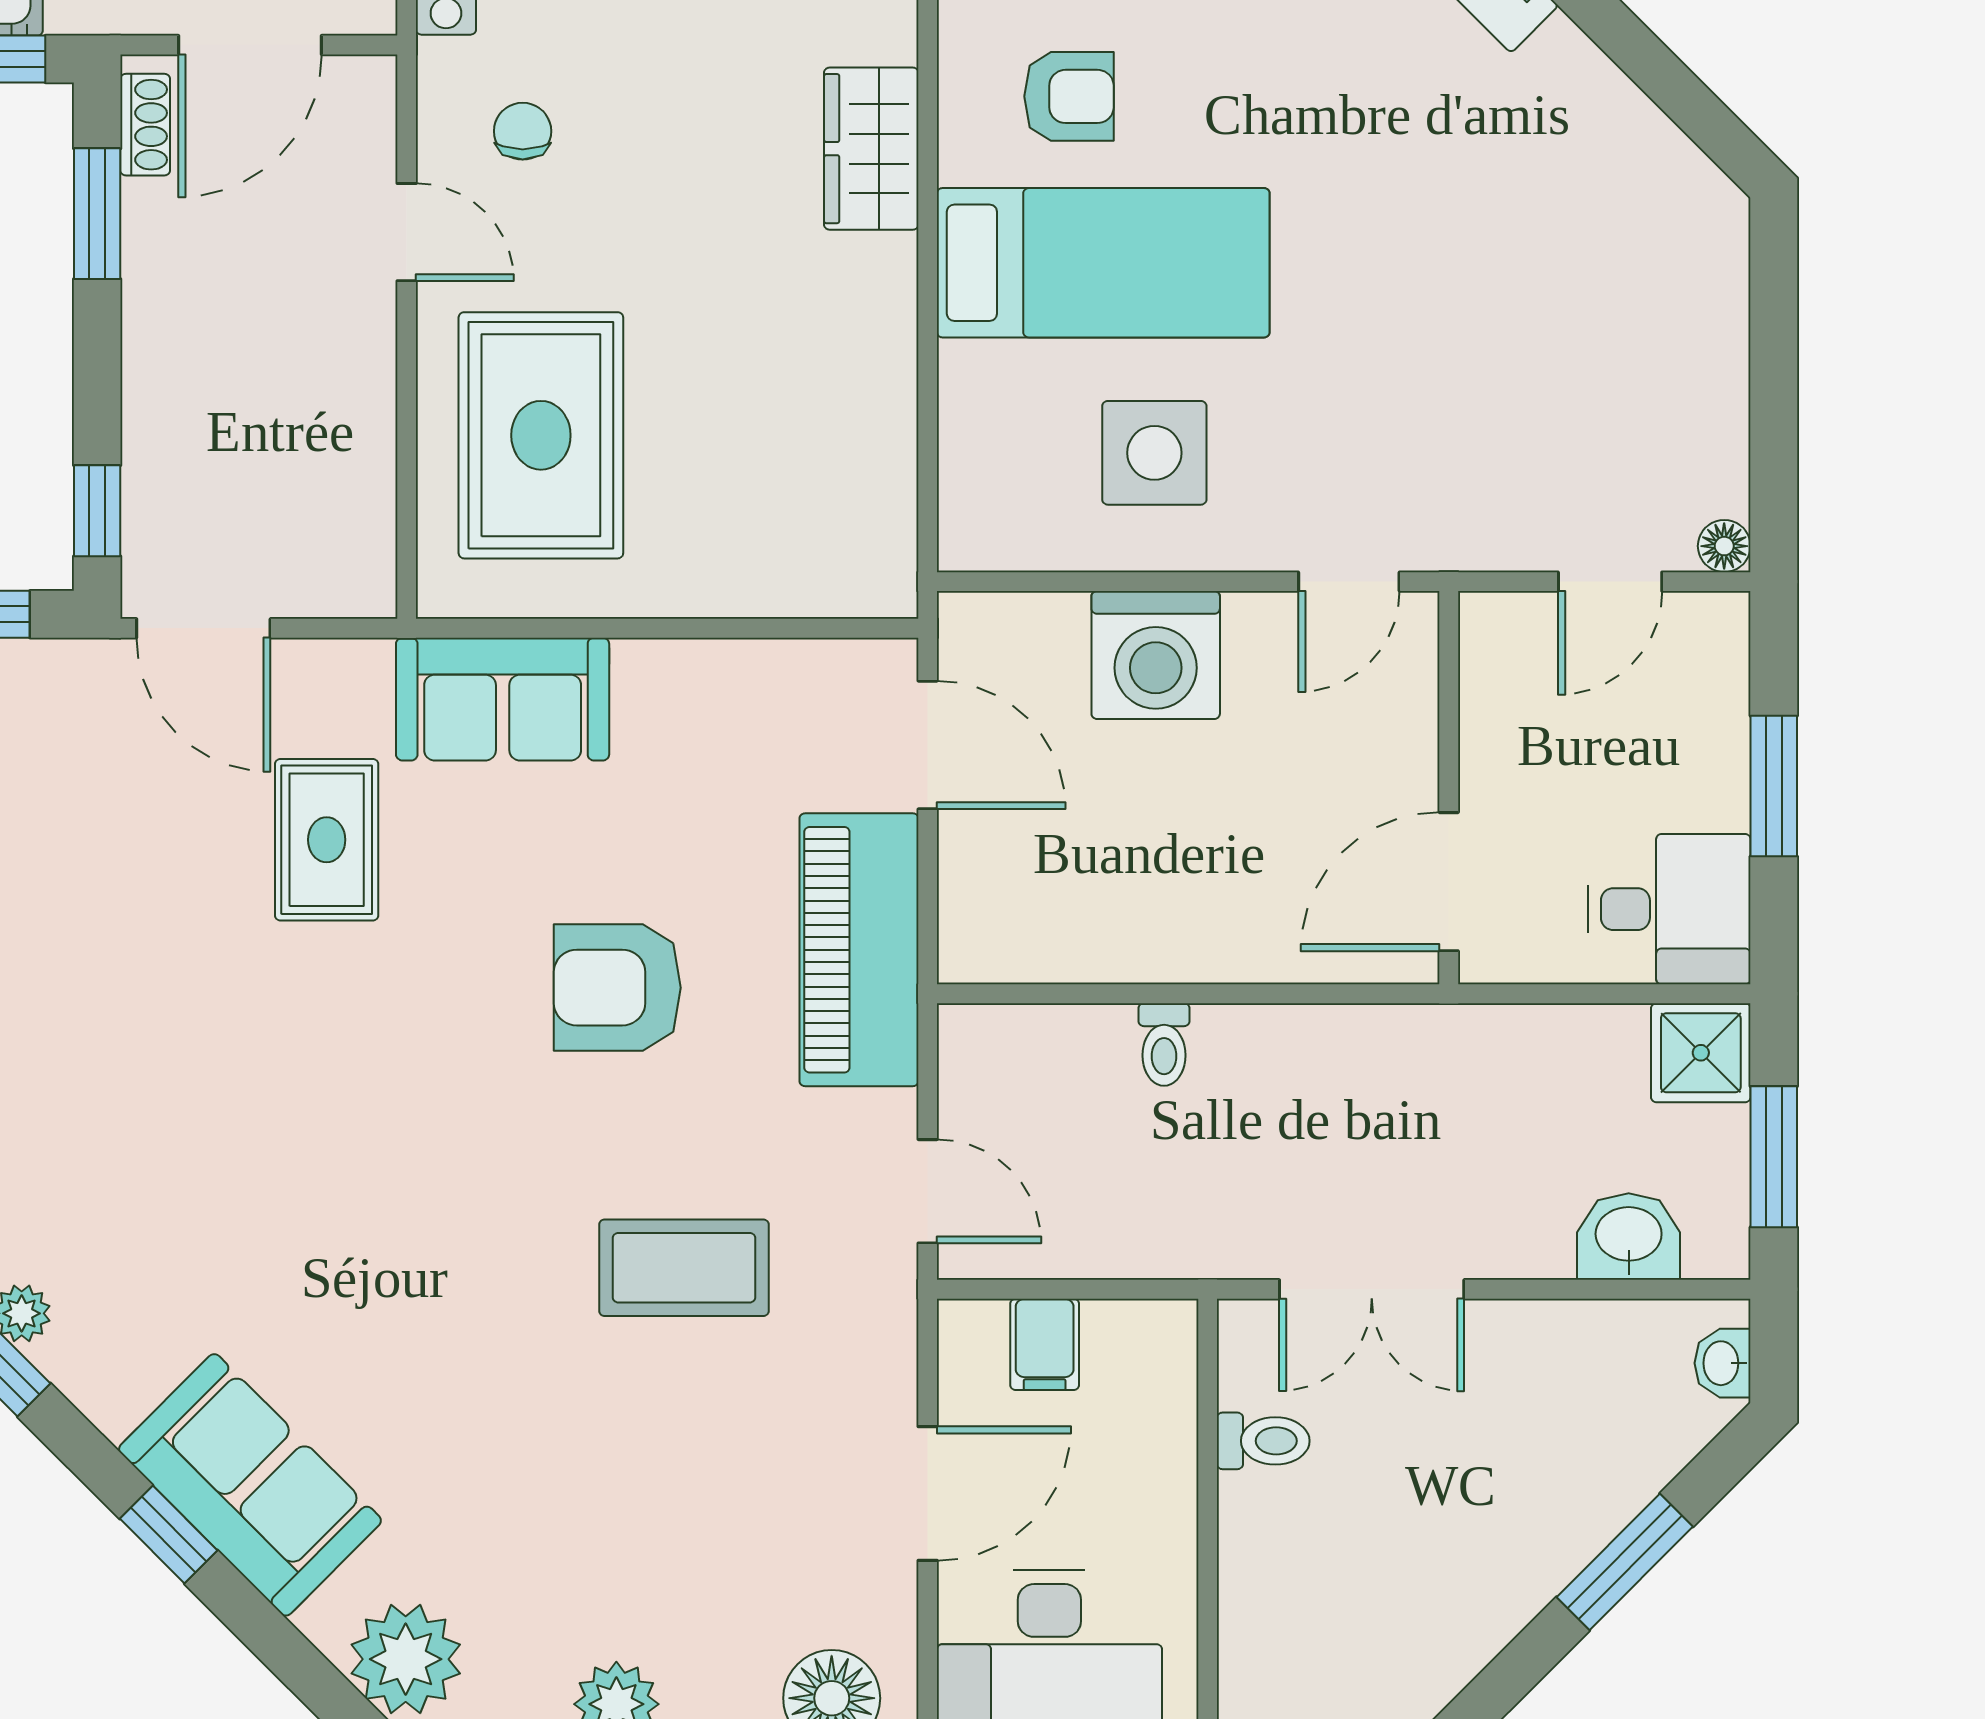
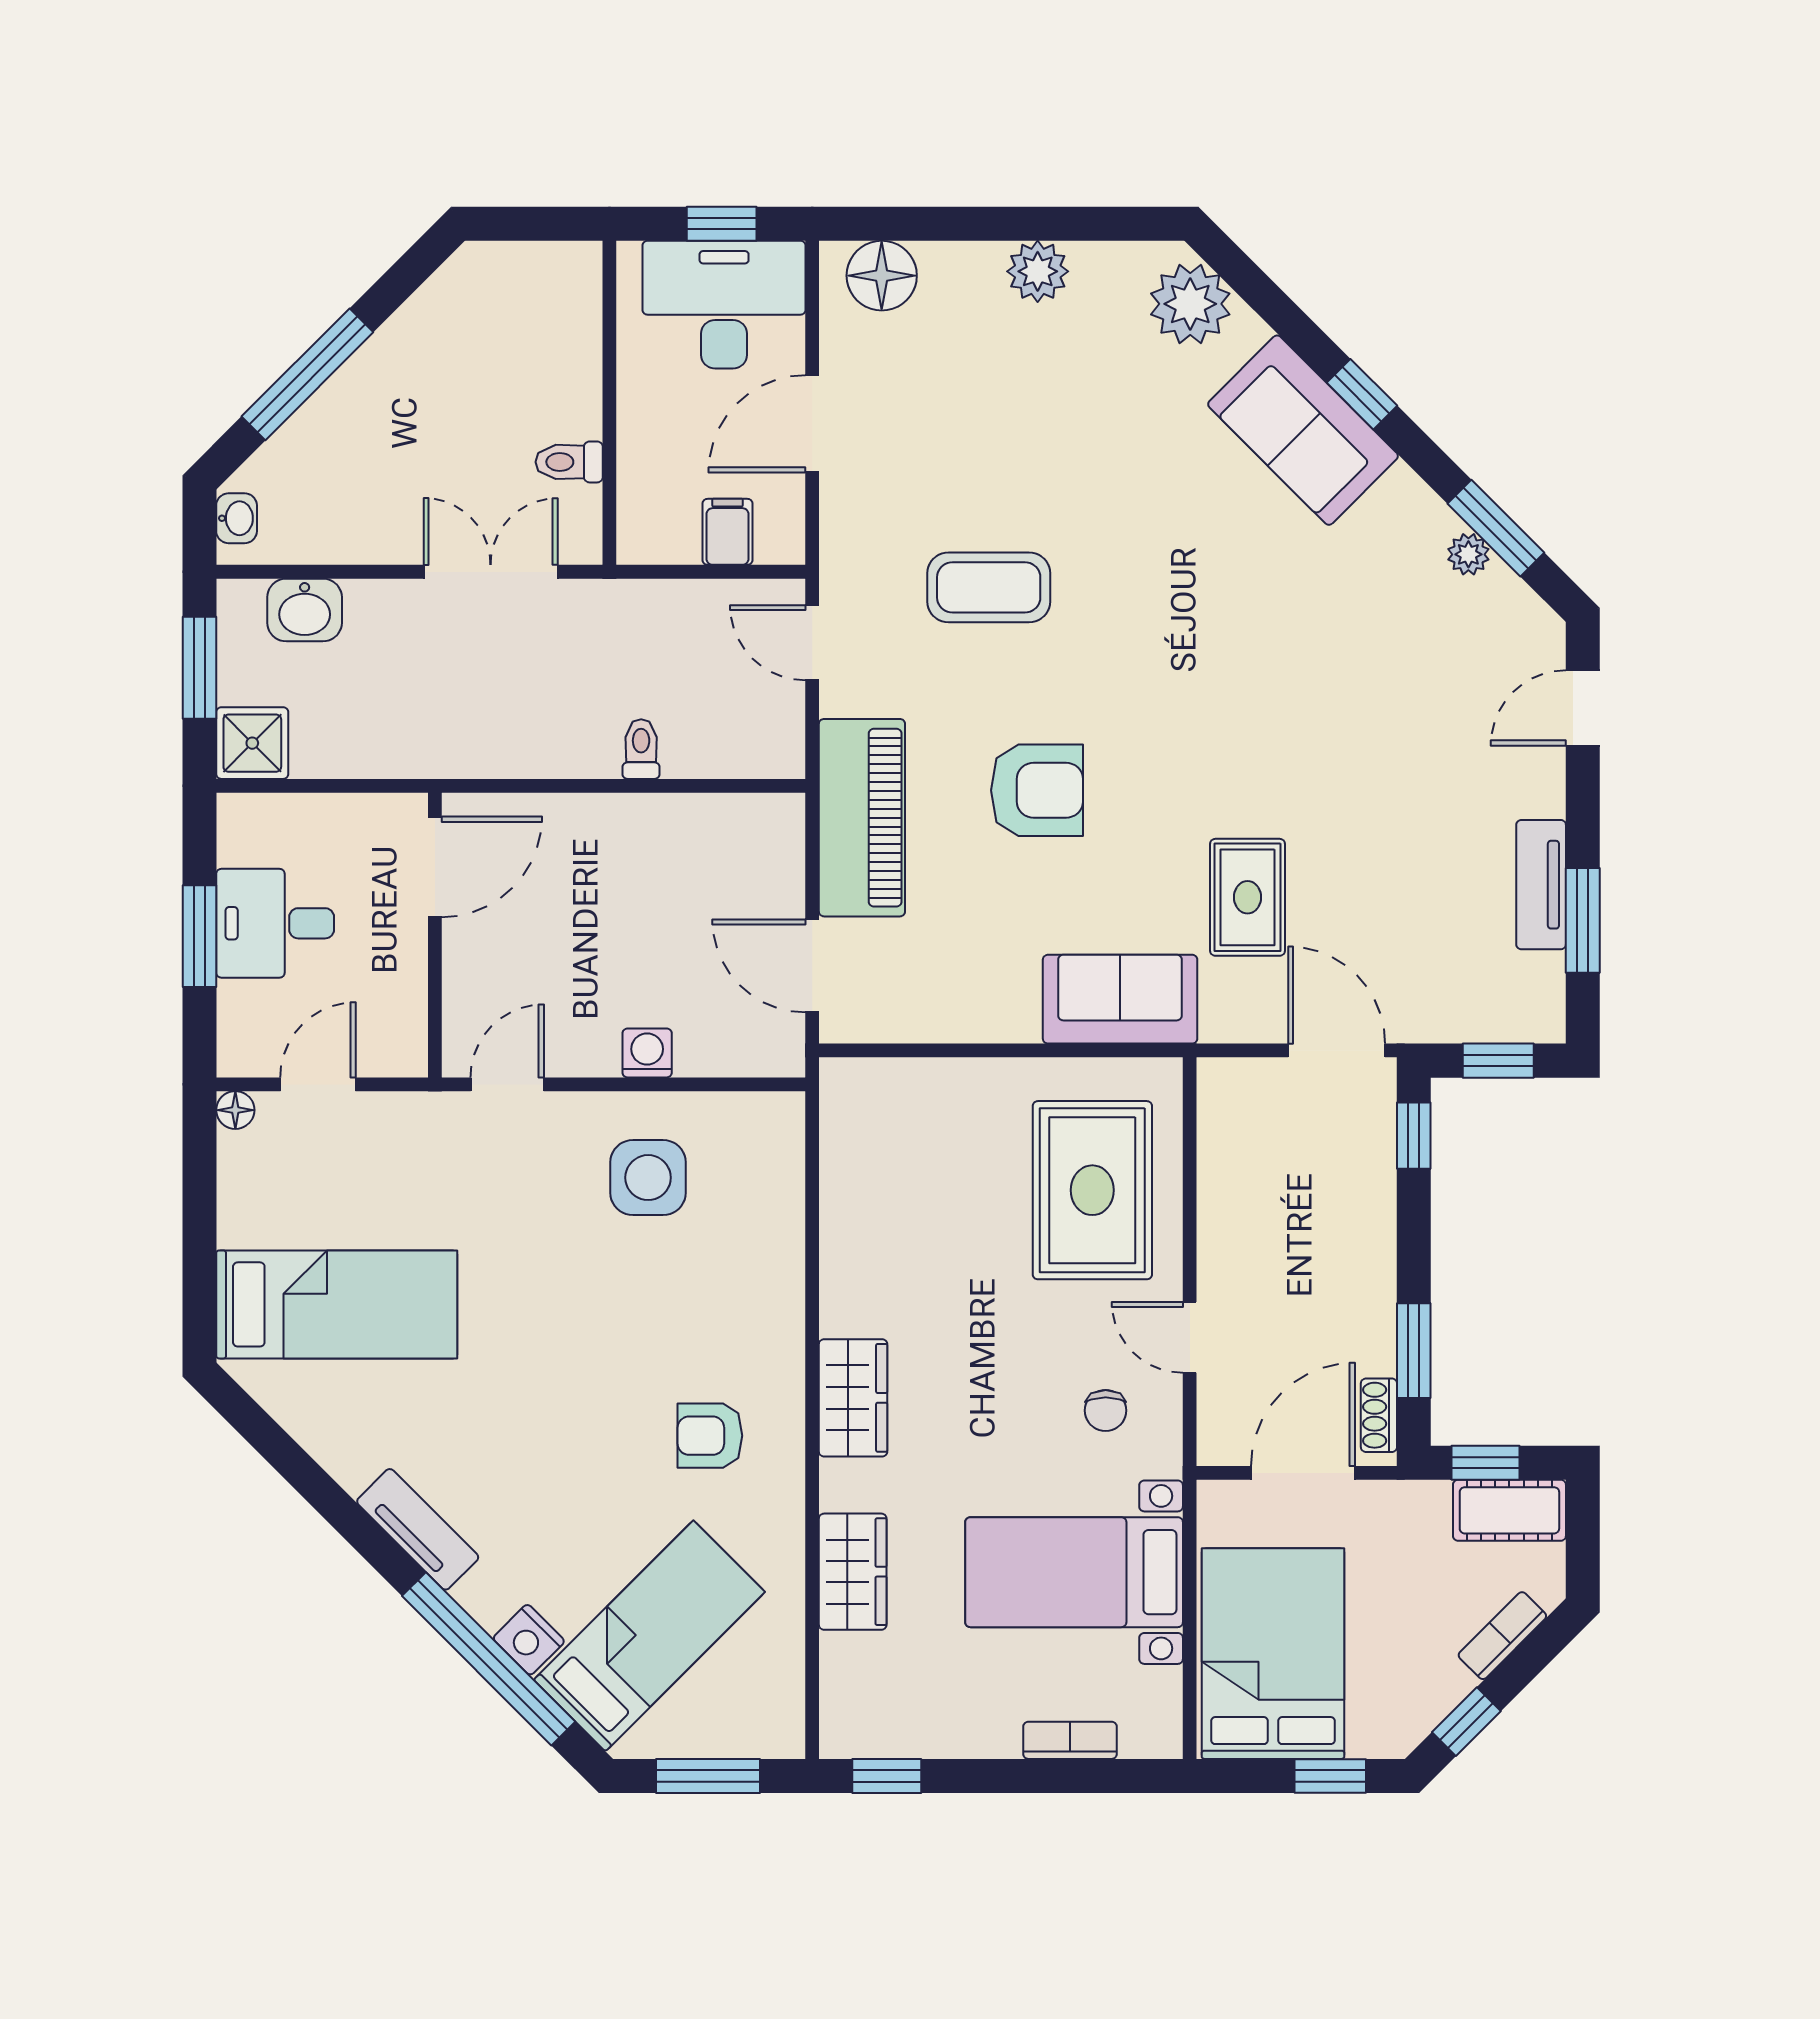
bed: (1103, 263) -> (337, 1304), moved, turned 180
washing machine: (1156, 655) -> (647, 1053), width x0.53, depth x0.53
desk: (1669, 909) -> (275, 923), moved
window: (1625, 1562) -> (307, 374), width x1.44

